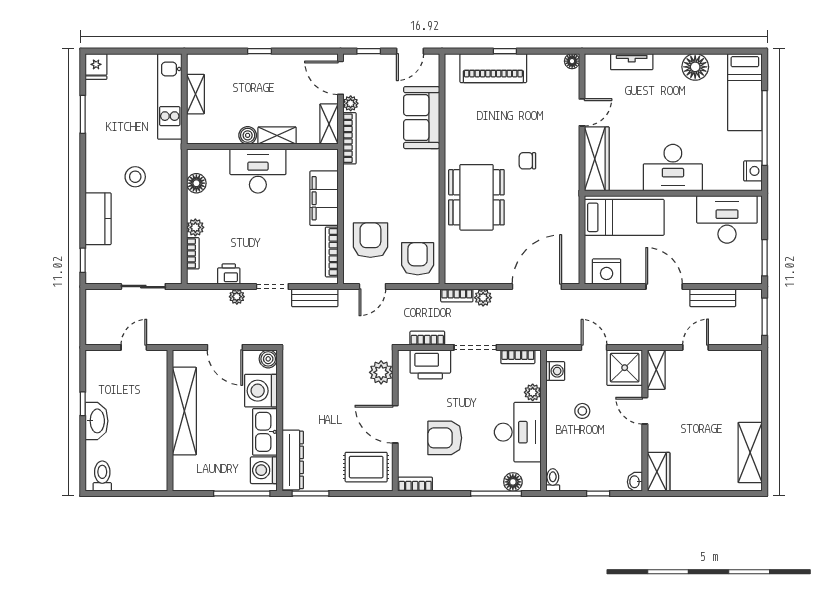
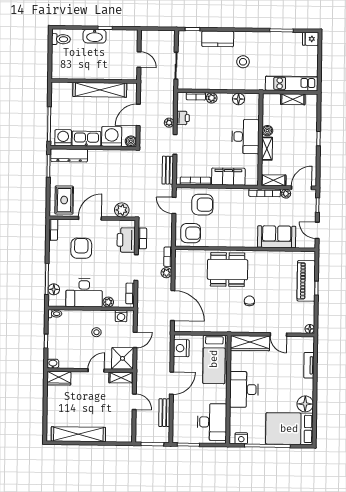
bed: (745, 92) -> (289, 429), width x1.50
shelving: (750, 452) -> (78, 434), width x1.47

